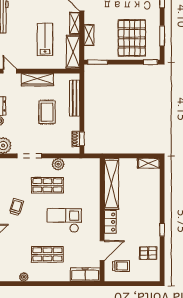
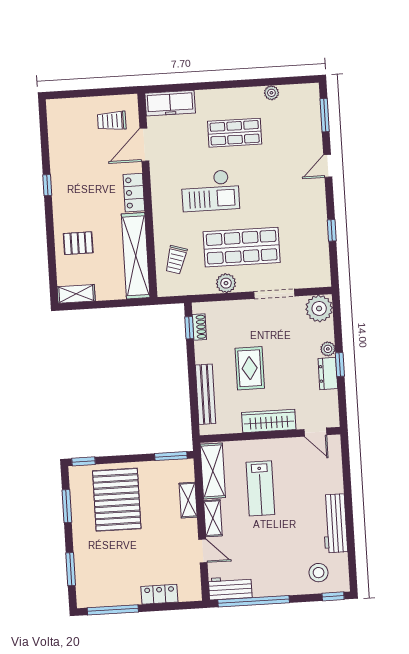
shop shelf: (47, 185) -> (242, 247), width x1.43, depth x1.36
trolley: (16, 207) -> (176, 260), moved
pallet: (148, 253) -> (78, 243), moved

